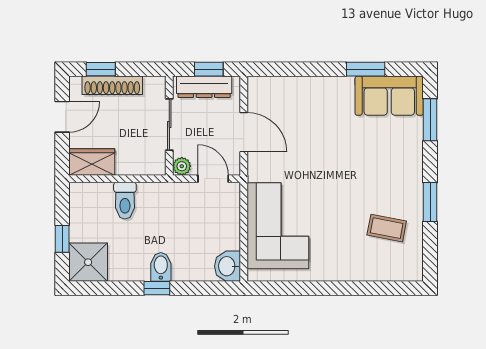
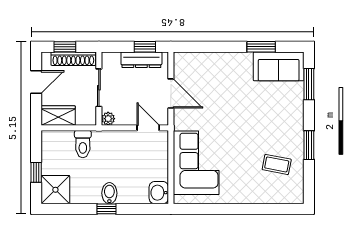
sliding door: (169, 125) -> (99, 88), moved
wall: (169, 126) -> (99, 89), moved
plant: (182, 166) -> (108, 119), moved

